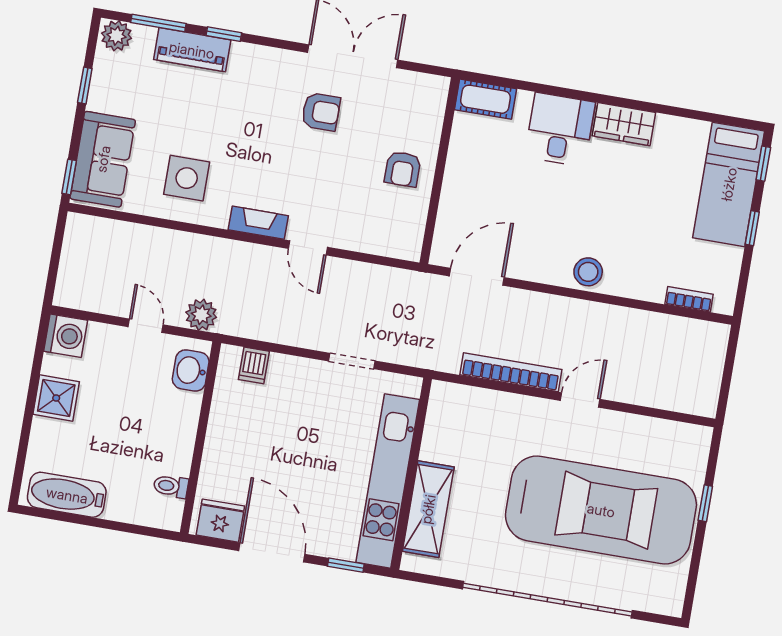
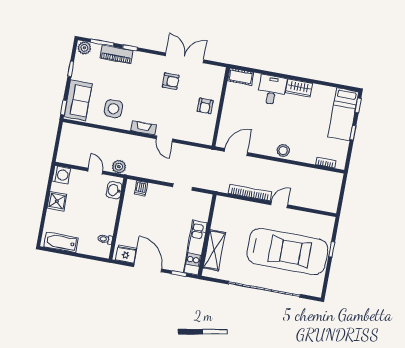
kitchen unit: (388, 481) -> (195, 248), width x0.73

